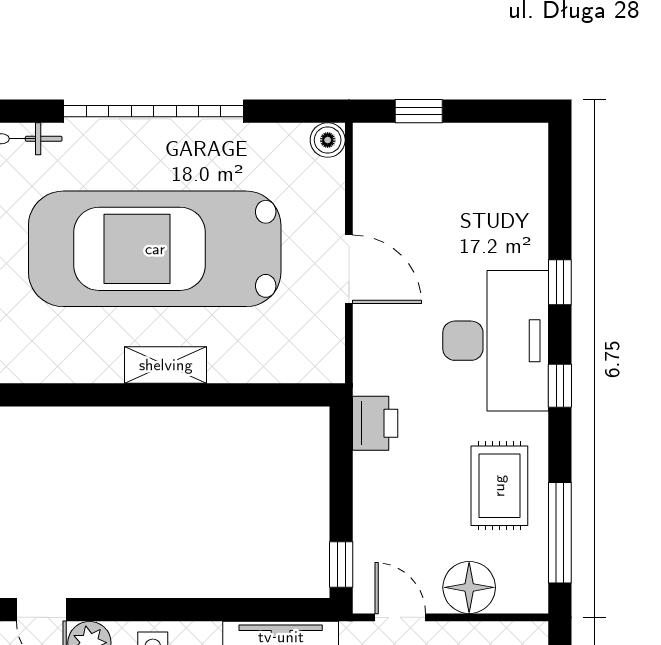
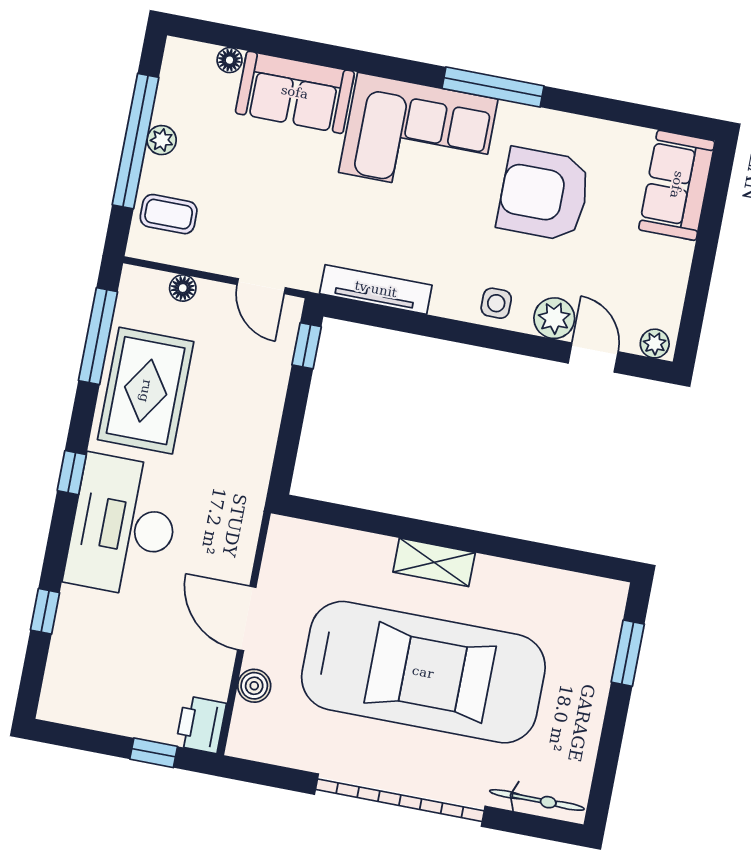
boiler: (328, 140) -> (254, 686), moved
window: (560, 282) -> (45, 611), moved
printer: (375, 423) -> (201, 725), moved
rug: (499, 486) -> (146, 391), width x1.36, depth x1.43
floor lamp: (469, 587) -> (183, 288), width x0.53, depth x0.53

